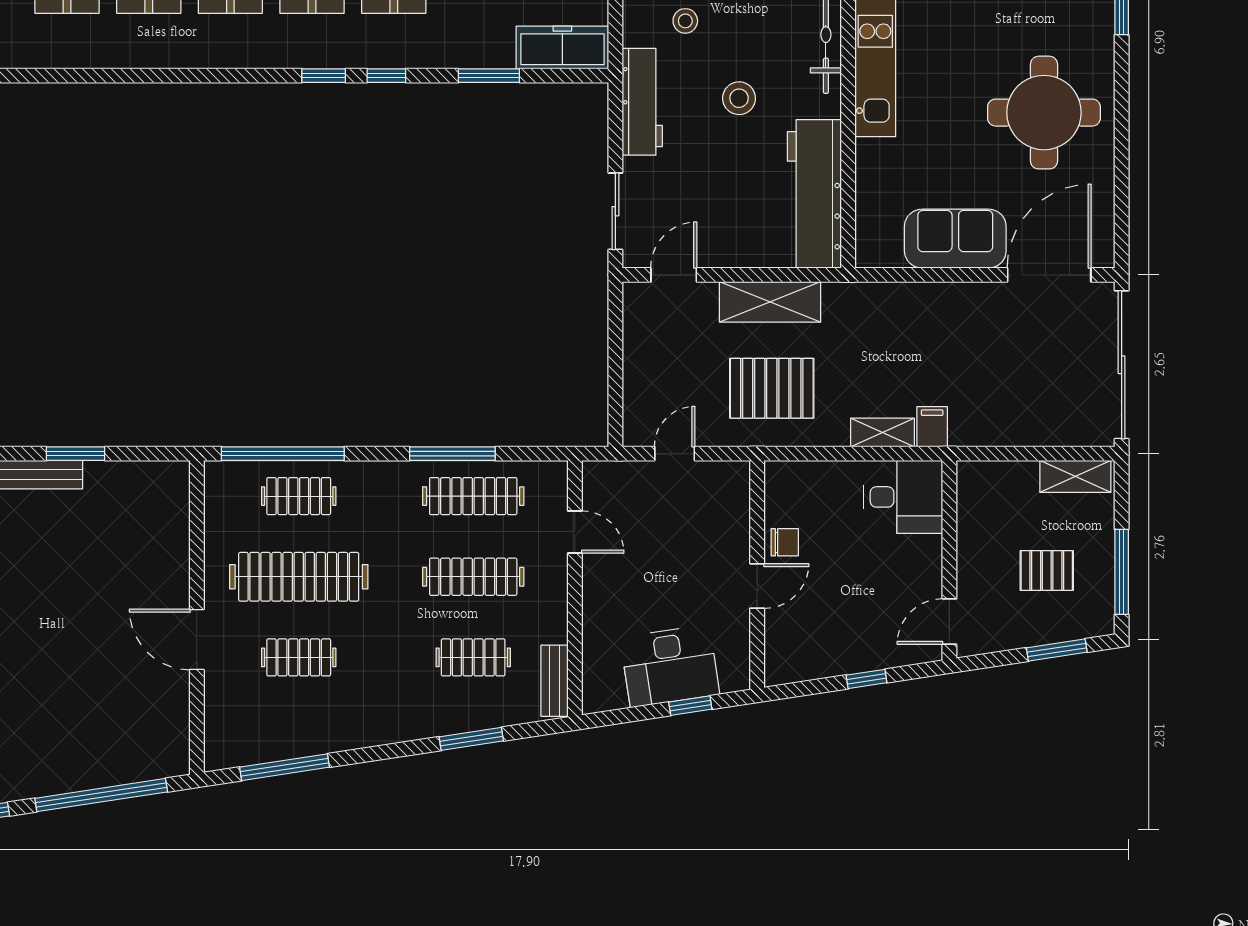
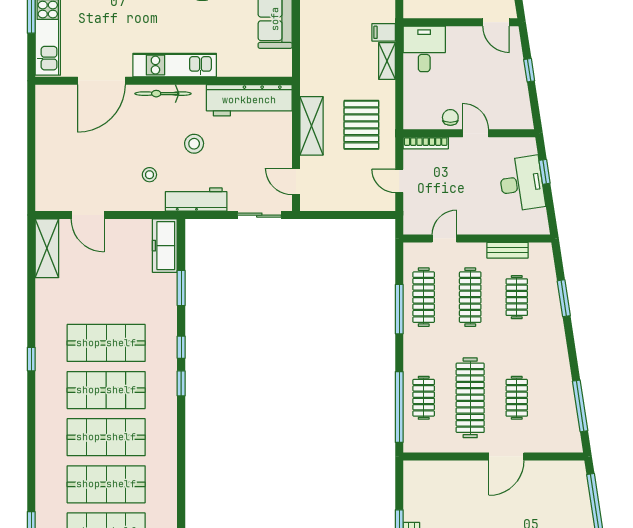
bookcase: (740, 500) -> (426, 143), added
bench: (555, 681) -> (508, 250), moved

